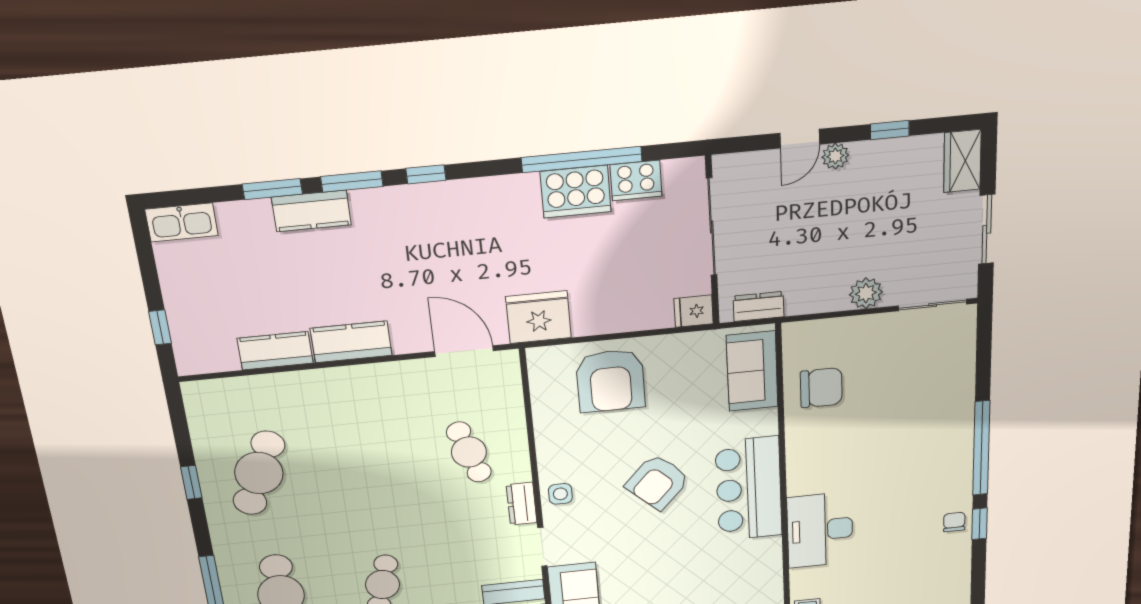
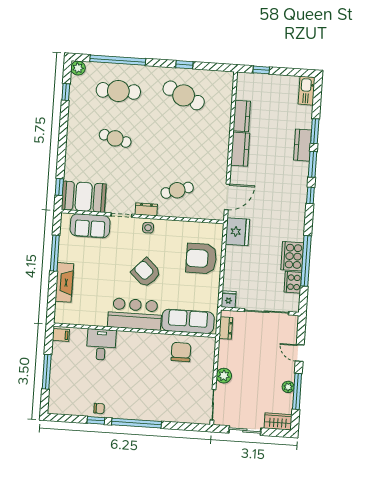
window: (890, 130) -> (297, 391), width x2.17
plant: (835, 156) -> (288, 387), moved
sofa: (752, 371) -> (188, 321), width x1.36
chair: (821, 388) -> (181, 352), turned 180
desk: (820, 530) -> (101, 345), width x0.73

